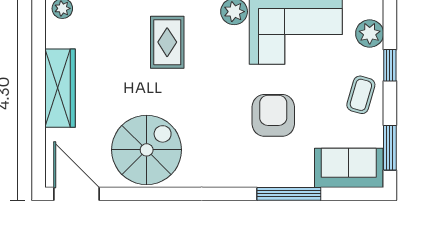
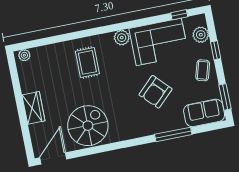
wardrobe: (60, 88) -> (33, 108), width x0.67
armchair: (273, 115) -> (156, 92), turned -134
door: (77, 194) -> (53, 158), hinge flipped

